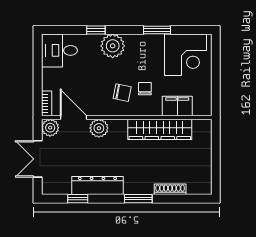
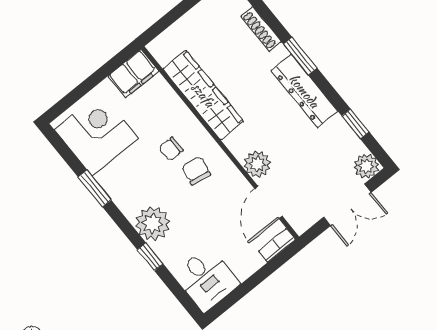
filing cabinet: (177, 106) -> (133, 74), moved, turned -90
plant: (50, 128) -> (366, 166), moved
dresser: (97, 186) -> (304, 91), moved

